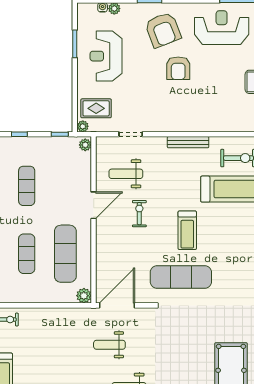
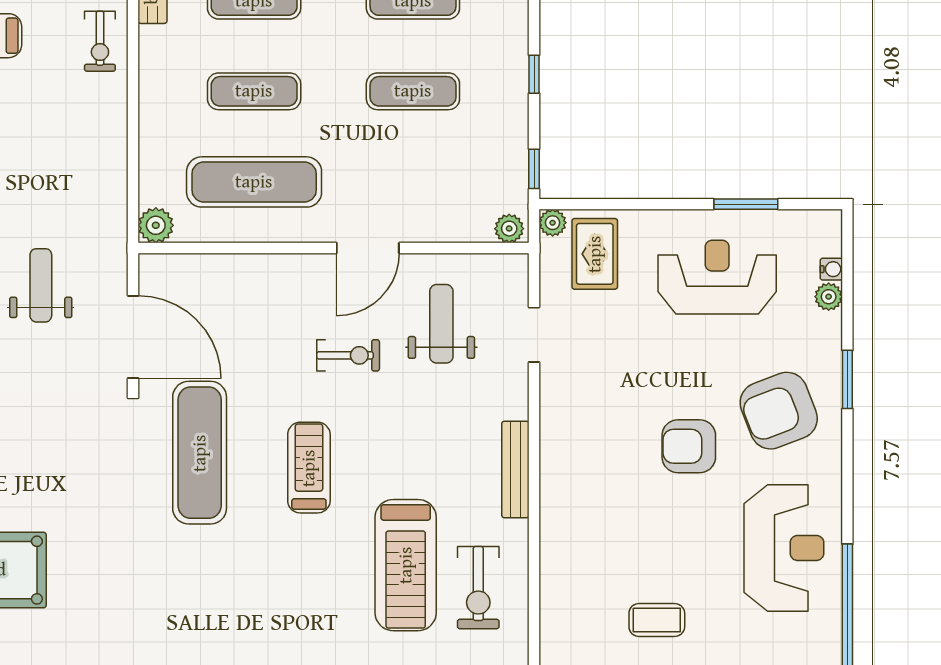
door: (94, 205) -> (368, 248), hinge flipped
treadmill: (187, 230) -> (309, 468), turned 90
door: (117, 305) -> (133, 337), moved

